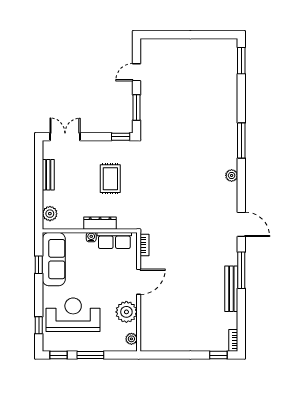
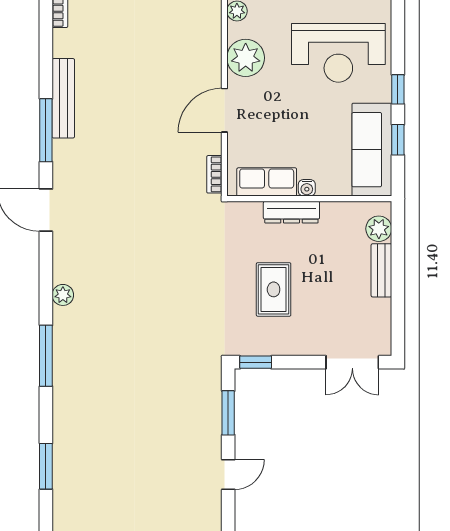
window: (241, 61) -> (46, 466), moved
bench: (48, 175) -> (381, 270), moved
window: (39, 325) -> (398, 89), moved

